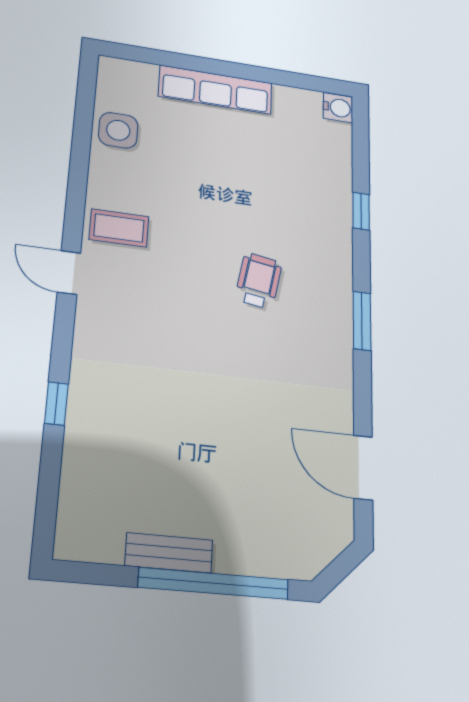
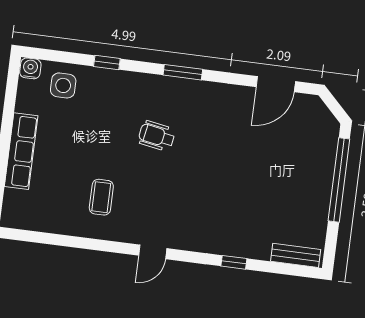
side table: (118, 130) -> (63, 85), moved
coffee table: (119, 228) -> (101, 197), moved
bench: (169, 553) -> (296, 255), moved, turned 90

